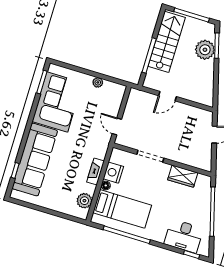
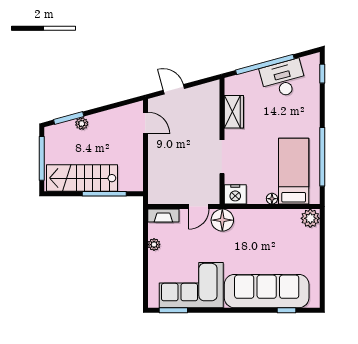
plant: (205, 50) -> (82, 124), width x0.53, depth x0.53
door: (168, 96) -> (145, 123), moved
floor lamp: (101, 142) -> (222, 220), added
fireplace: (96, 171) -> (163, 216), moved
nightstand: (113, 173) -> (235, 194), moved
plant: (84, 201) -> (310, 218), moved
desk: (184, 236) -> (283, 79), moved, turned -105

